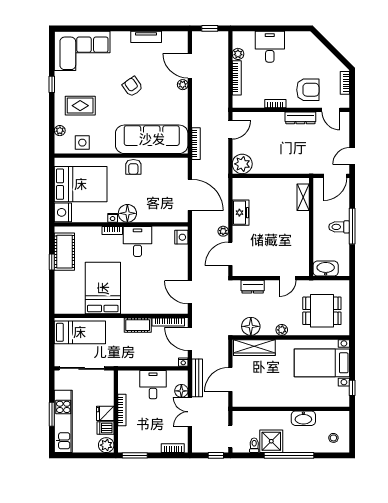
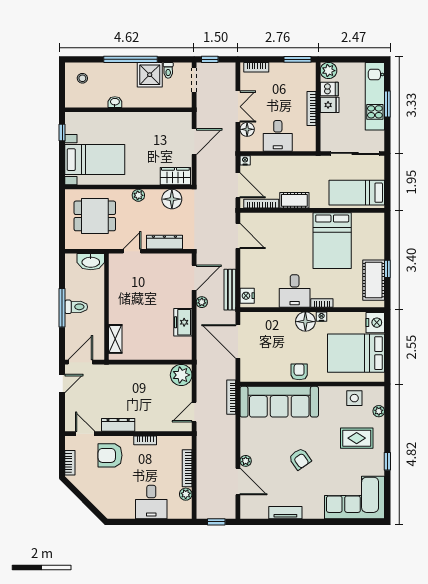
dresser: (253, 287) -> (164, 242), width x1.44
wardrobe: (254, 348) -> (175, 176), width x0.67
bench: (197, 378) -> (230, 290), moved
washbasin: (303, 418) -> (115, 102), width x0.52, depth x0.69

